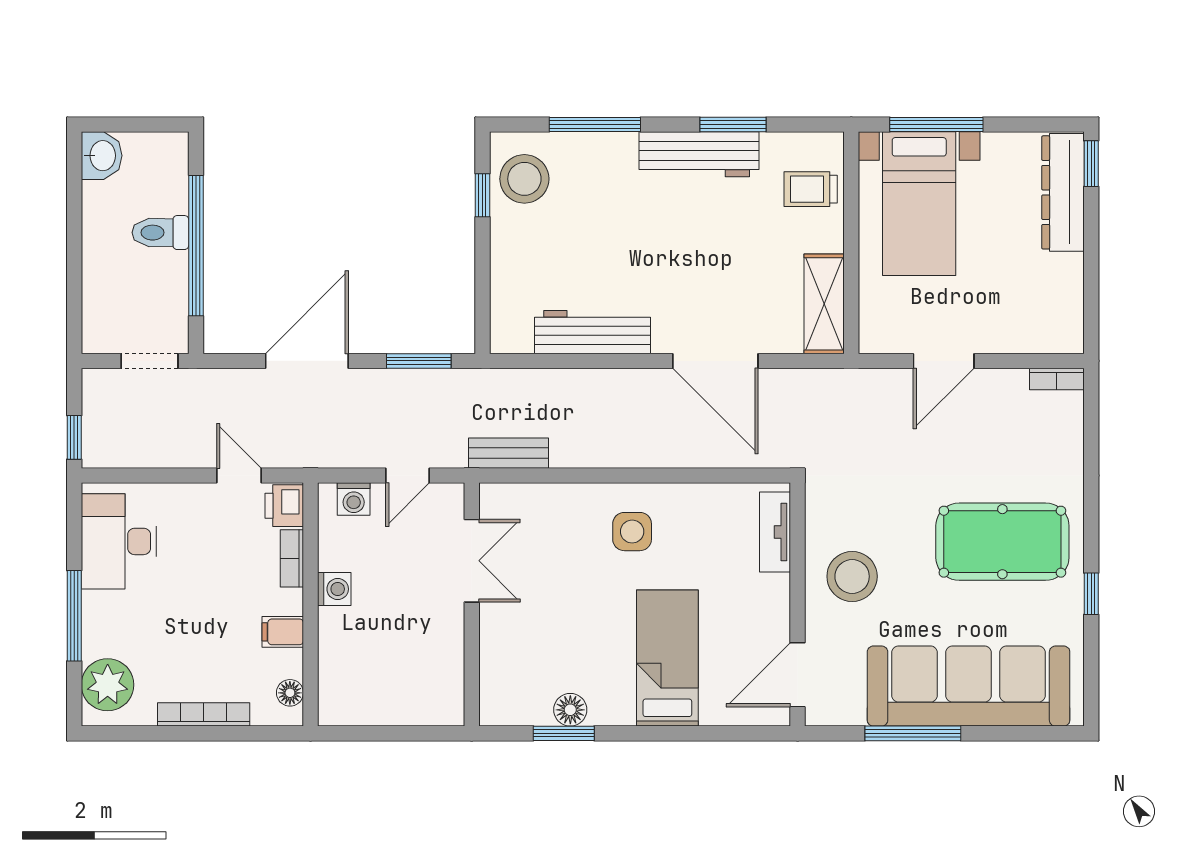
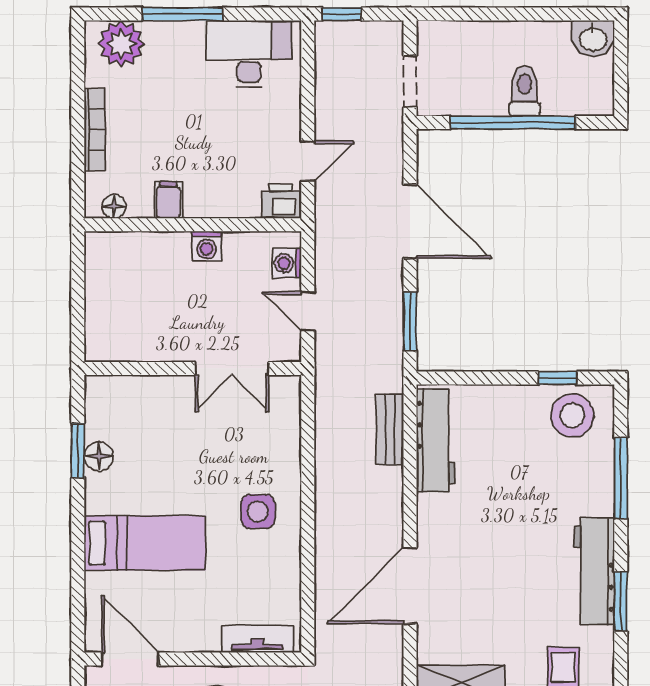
workbench: (592, 332) -> (436, 440), moved
bench: (508, 453) -> (390, 429), moved
bookcase: (292, 558) -> (234, 208), removed

